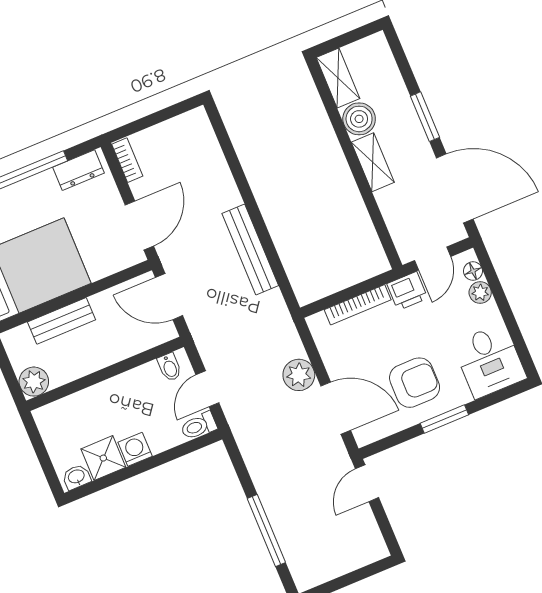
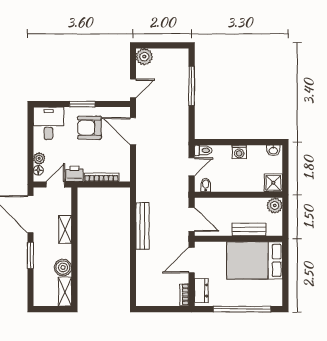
shelving: (373, 162) -> (65, 229), moved
dresser: (79, 170) -> (201, 291), moved, turned 90
plant: (299, 375) -> (144, 57), moved
shower: (103, 458) -> (273, 183), moved

